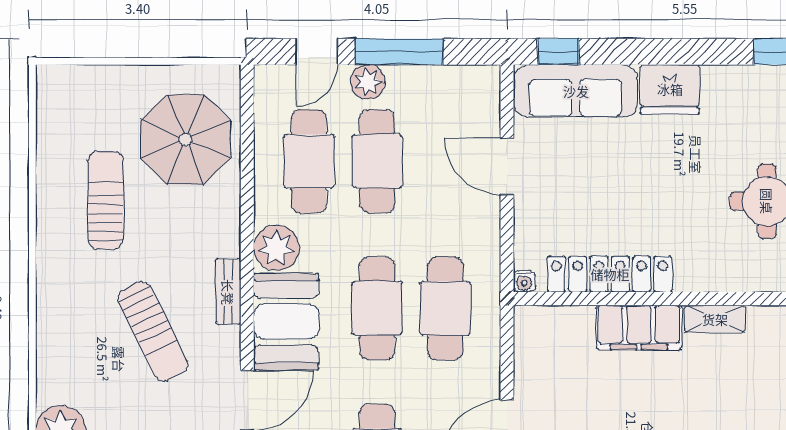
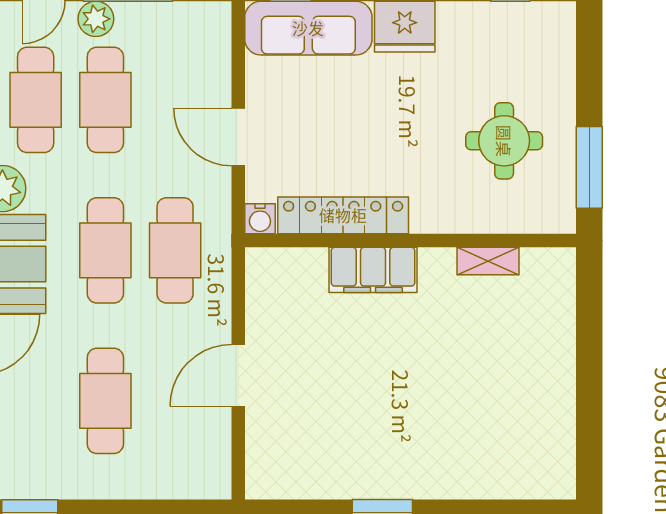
door: (507, 167) -> (238, 137), moved
water cooler: (524, 282) -> (260, 219), width x1.38, depth x1.38
shelving: (715, 319) -> (488, 261), moved

